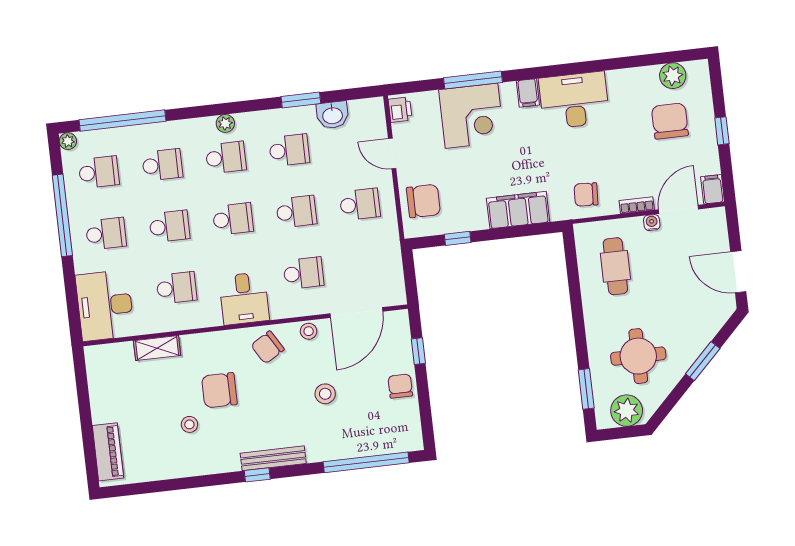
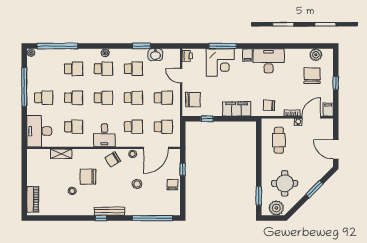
school desk: (99, 172) -> (163, 127), moved

